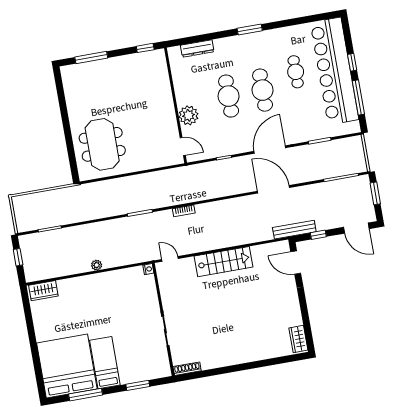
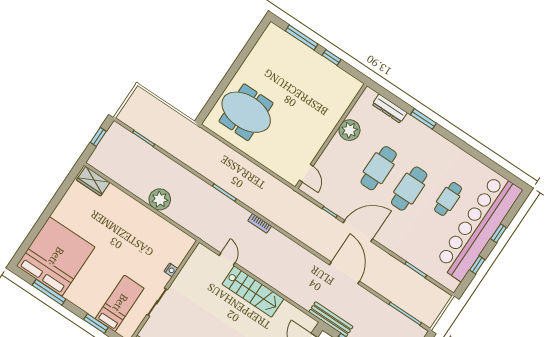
window: (250, 30) -> (423, 119), moved
window: (145, 48) -> (331, 57), moved
window: (358, 98) -> (477, 265), width x0.46
plant: (189, 115) -> (349, 130), moved
meeting table: (102, 144) -> (246, 112), turned 90
door: (270, 150) -> (358, 231), moved
door: (170, 259) -> (227, 259), moved
plant: (97, 265) -> (160, 199), width x1.88, depth x1.88
nightstand: (148, 269) -> (171, 270), moved
bed: (105, 363) -> (120, 303), moved

